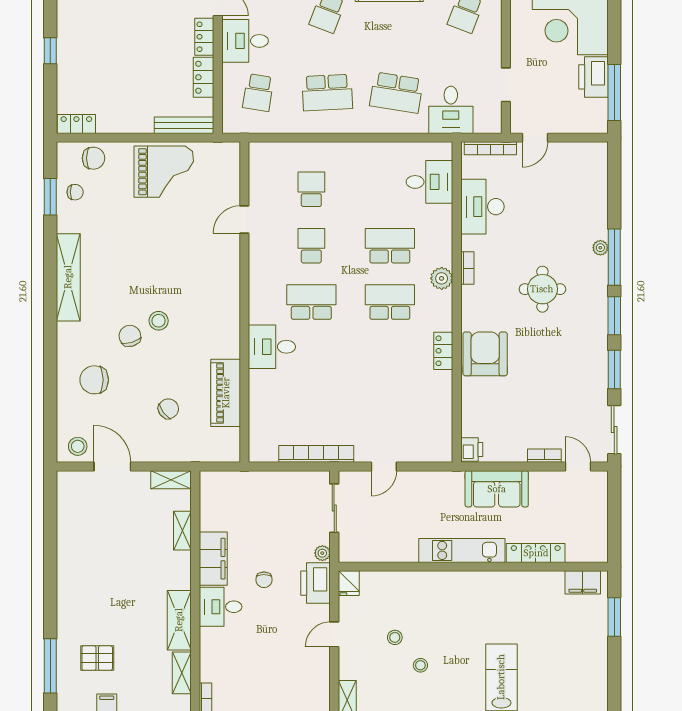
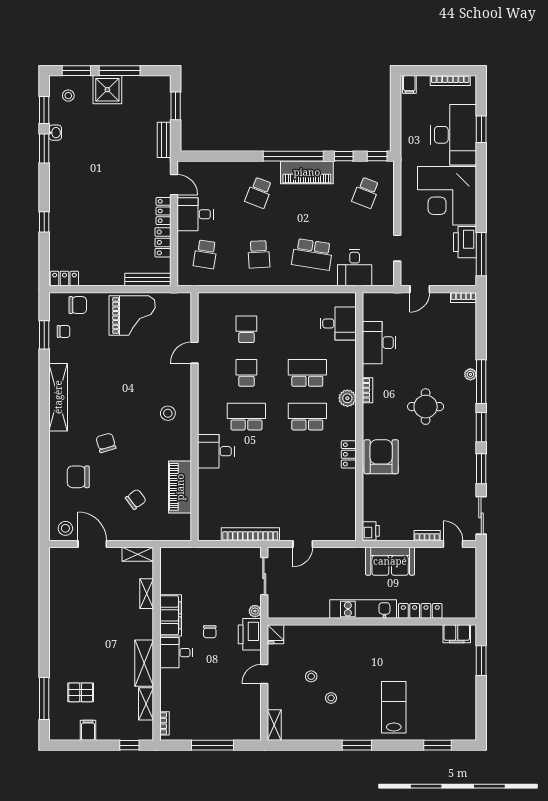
school desk: (327, 93) -> (259, 254), width x0.54
bookcase: (490, 148) -> (463, 297), moved, width x0.64
stool: (159, 321) -> (168, 413), moved

